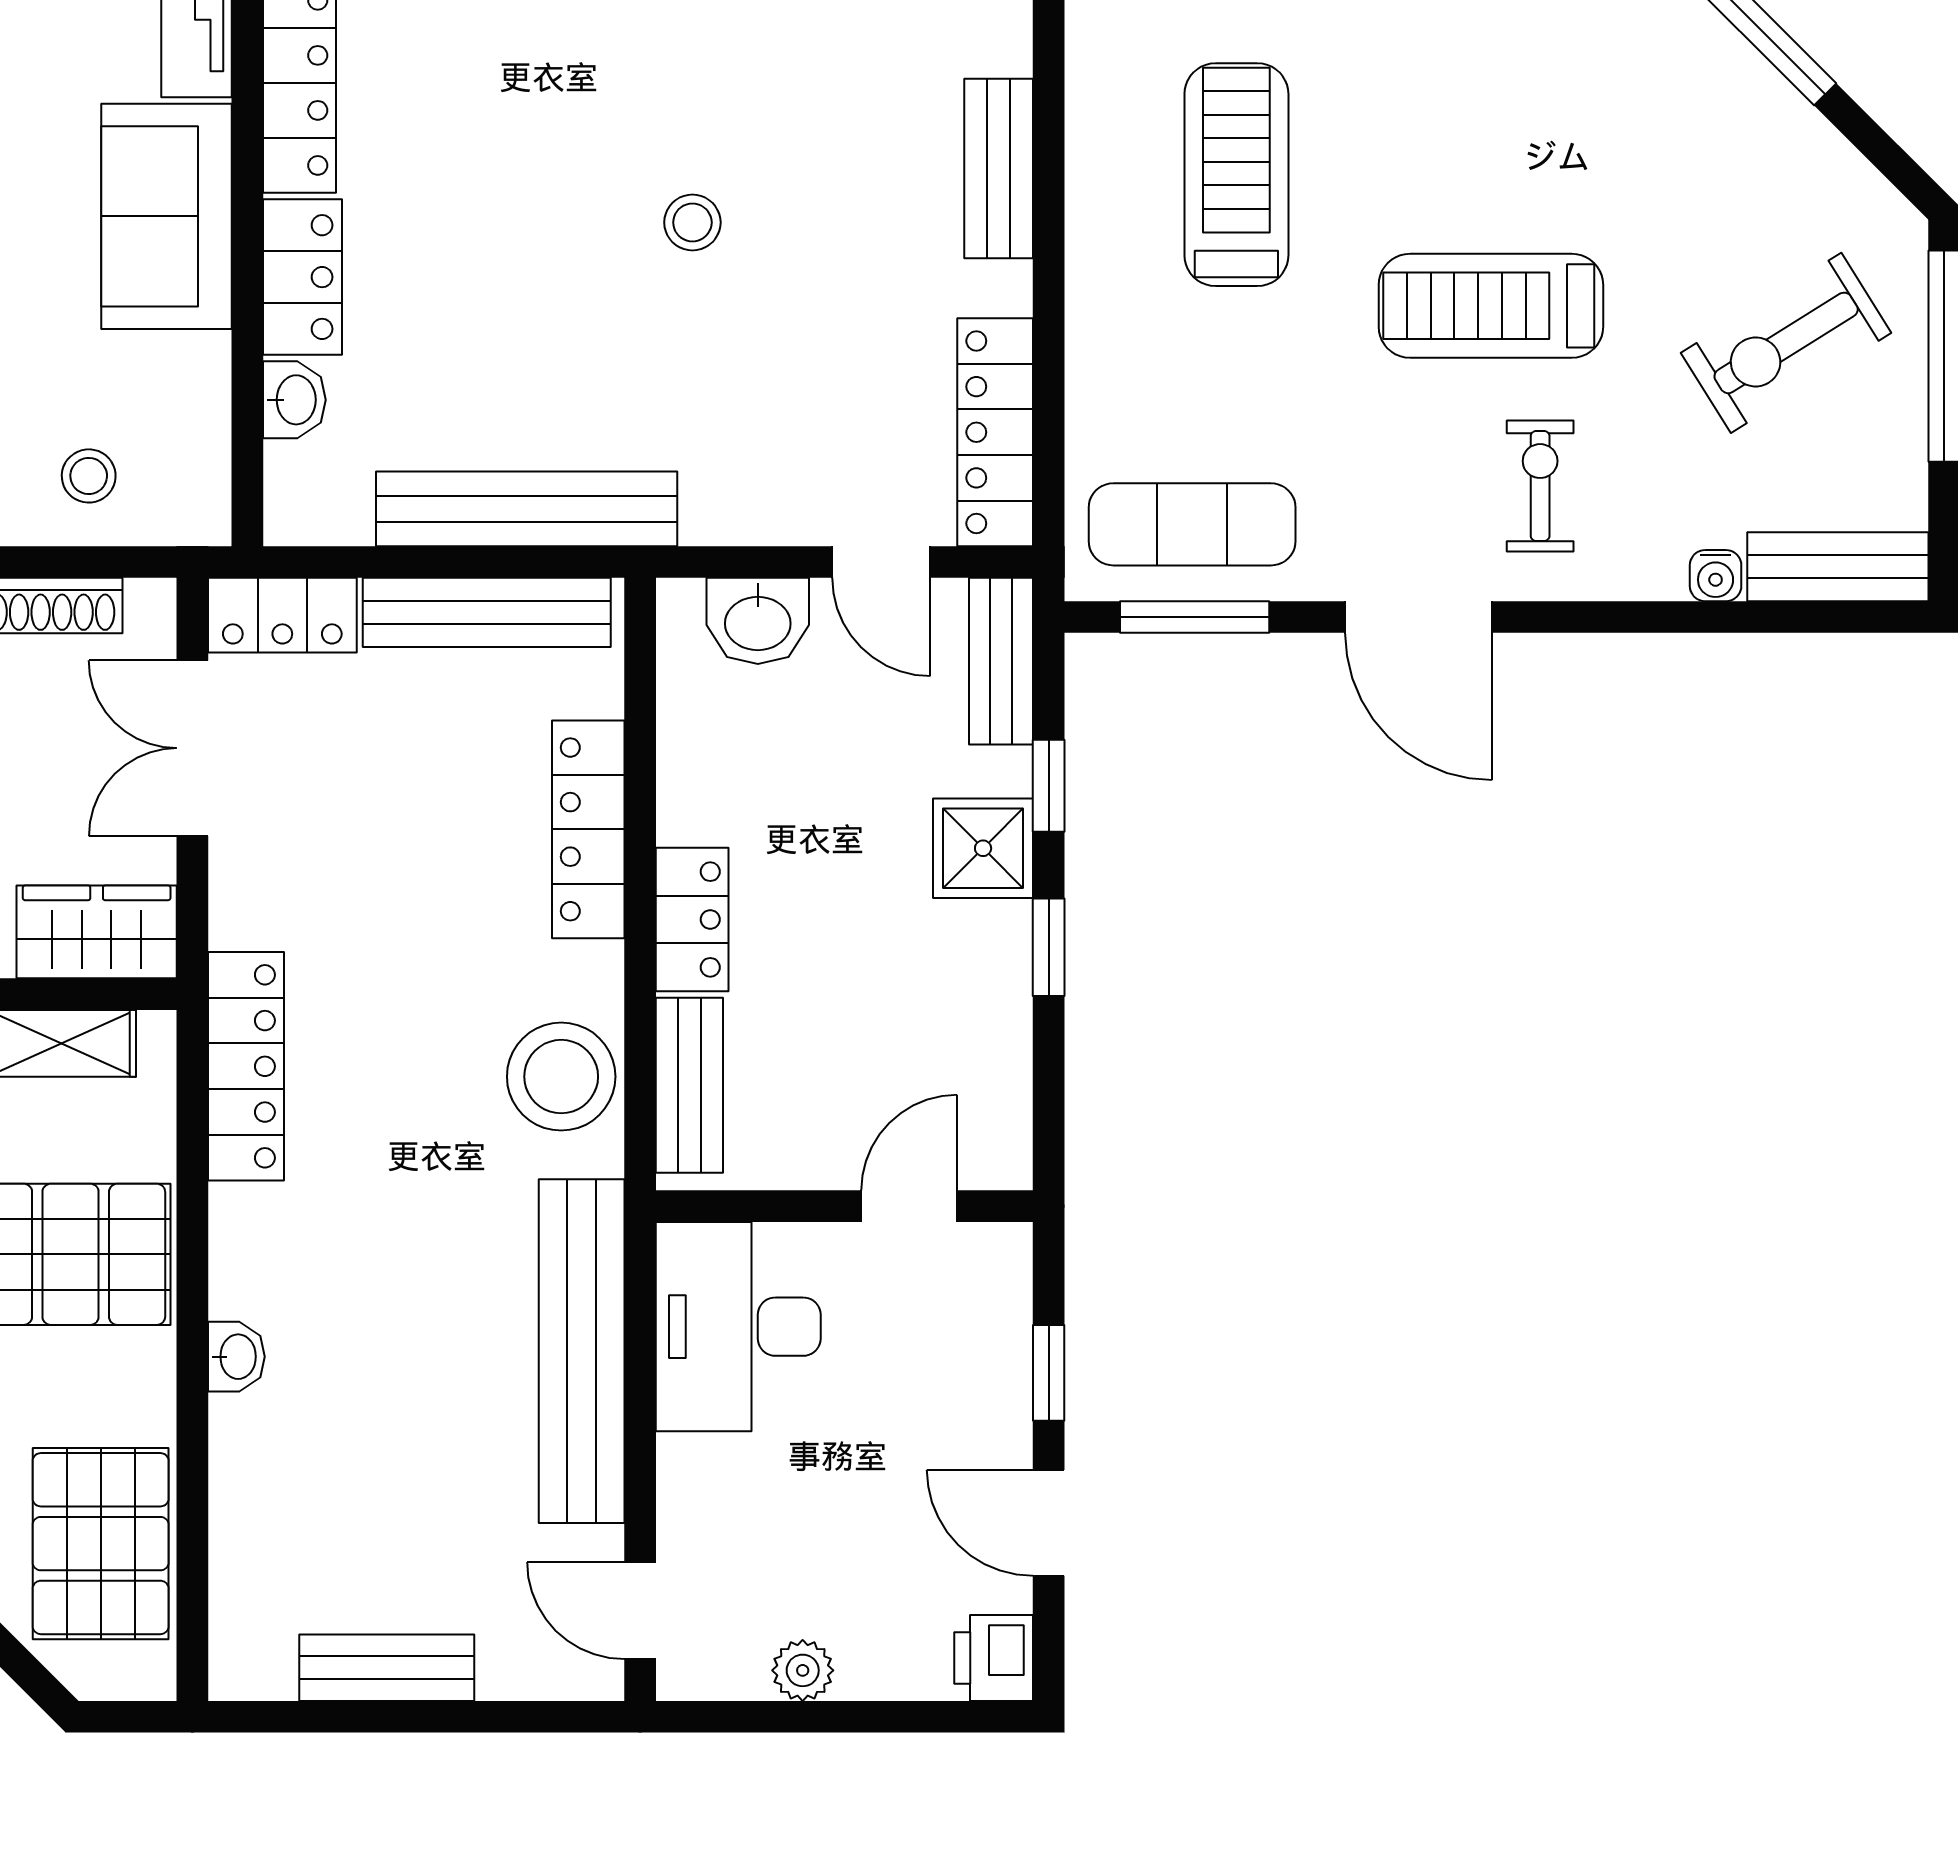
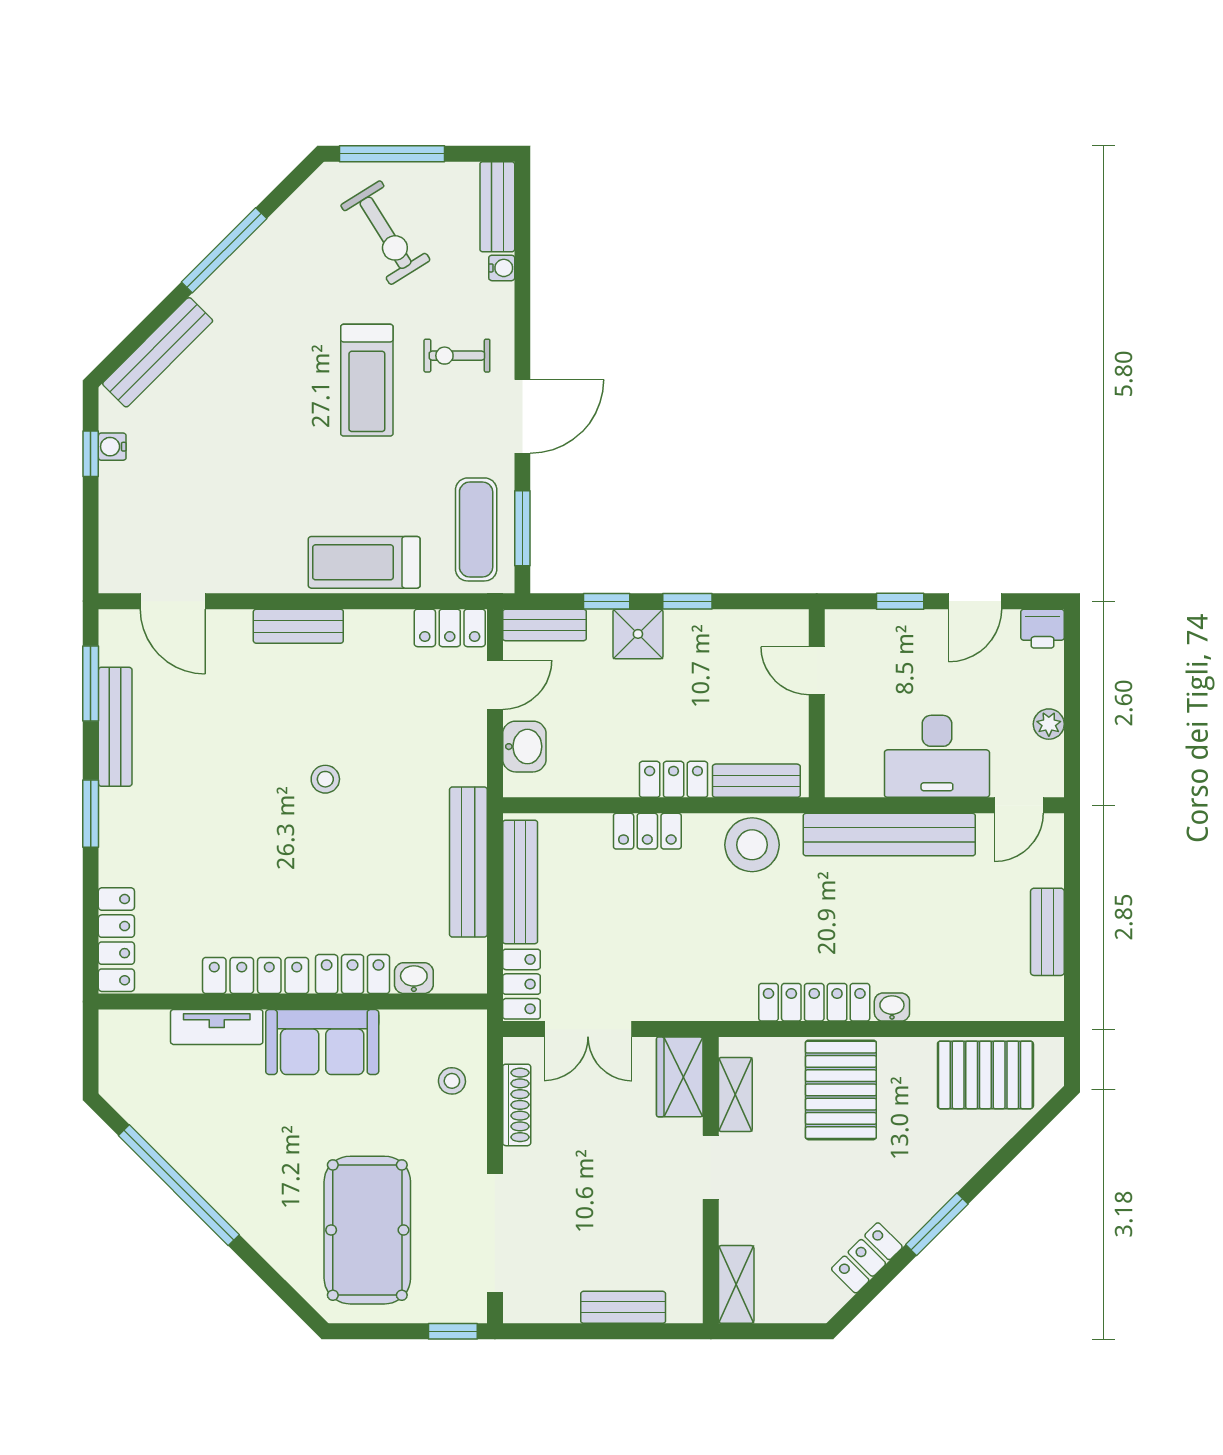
treadmill: (1236, 175) -> (364, 562), moved
locker: (995, 432) -> (450, 628), width x0.66
locker: (588, 829) -> (647, 831), width x0.66
locker: (246, 1066) -> (814, 1002), moved
desk: (738, 1327) -> (937, 756), moved

